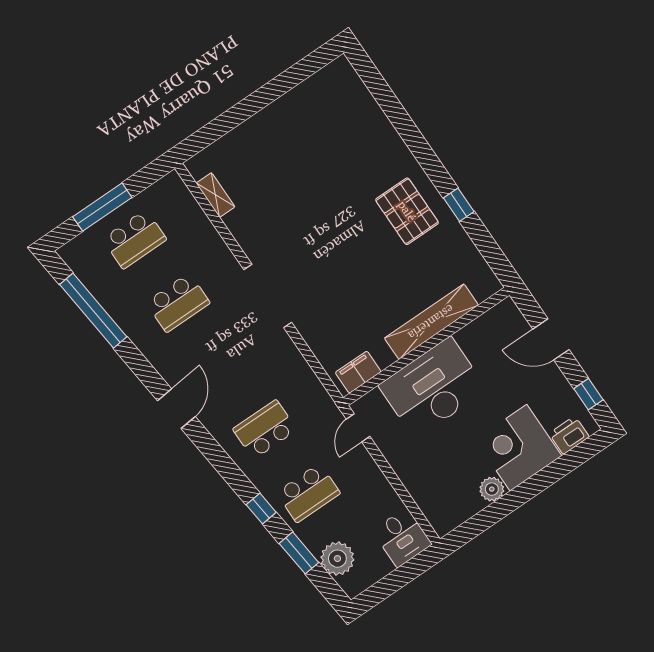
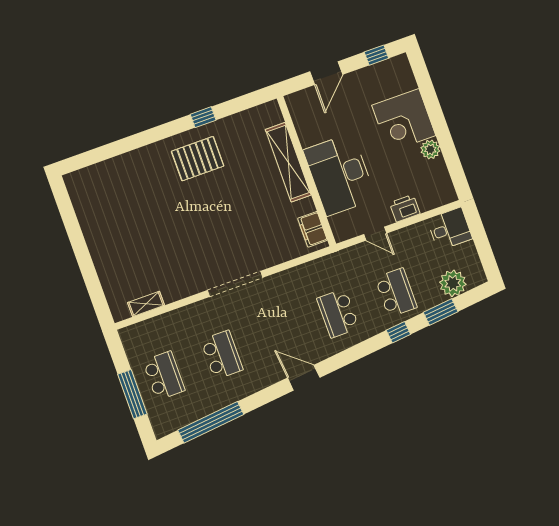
door: (358, 428) -> (375, 234), moved
printer: (569, 435) -> (405, 208), moved, turned 90

